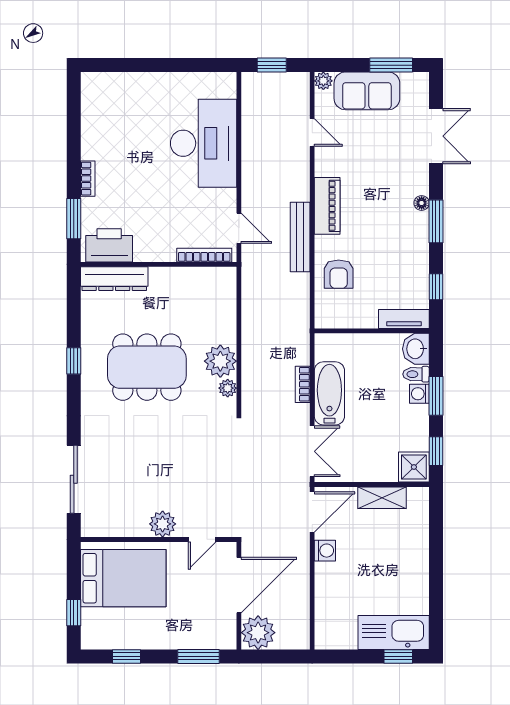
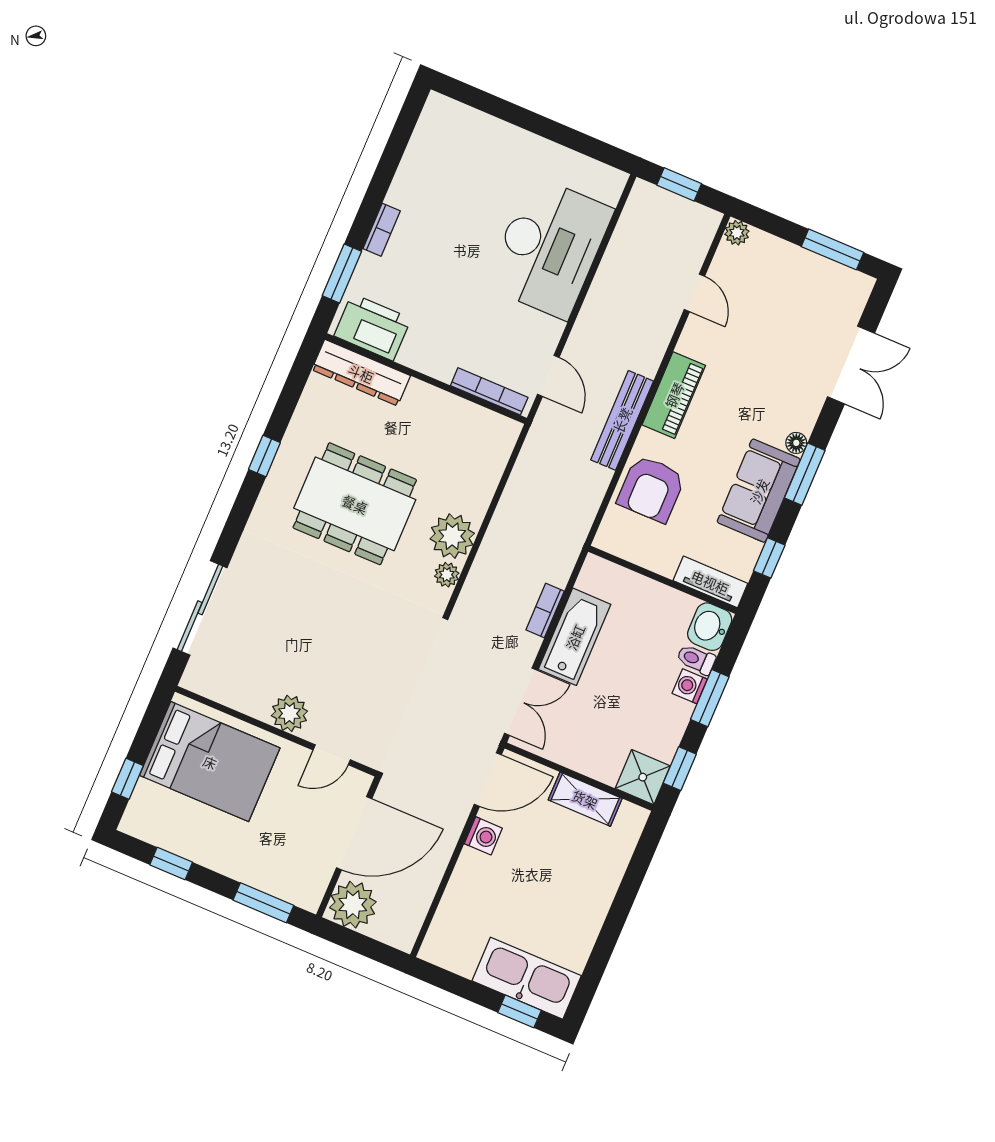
sofa: (367, 91) -> (759, 491), moved, turned 90
armchair: (339, 274) -> (651, 489), width x1.38, depth x1.38

